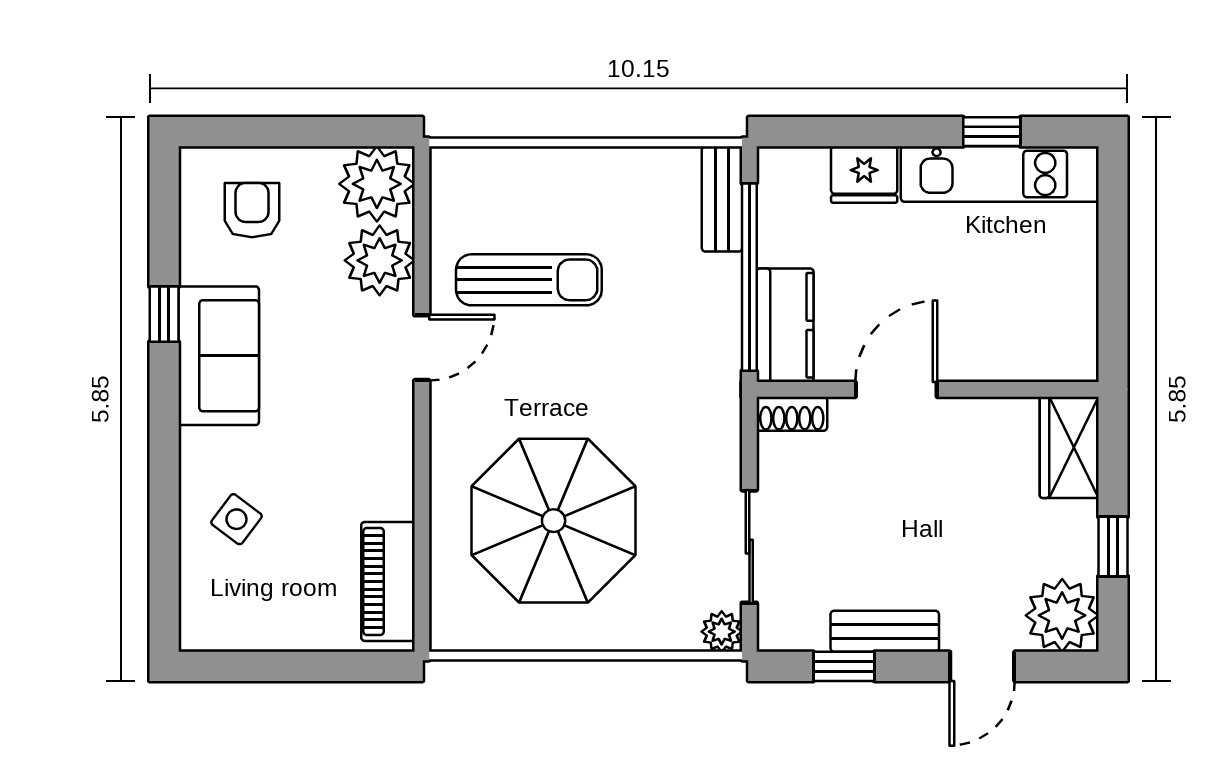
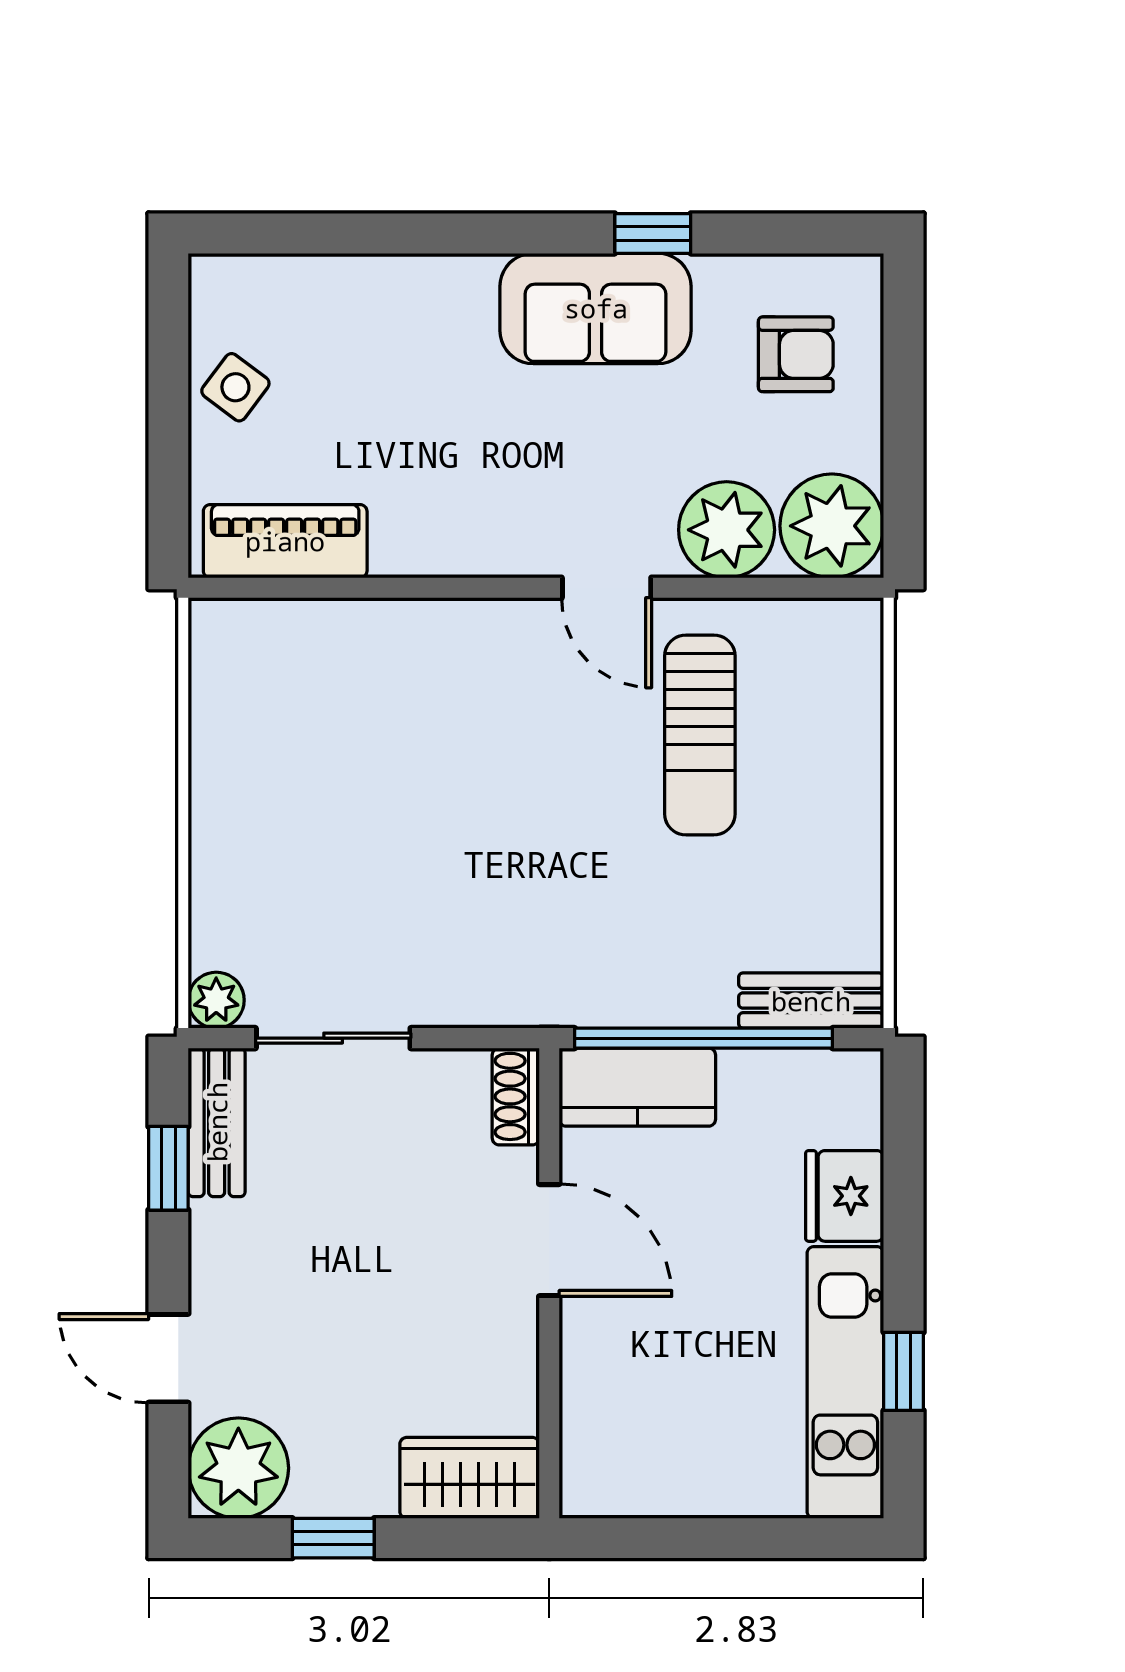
side table: (236, 519) -> (235, 387), moved
parasol: (554, 521) -> (369, 769), removed
bench: (885, 631) -> (217, 1122), moved

